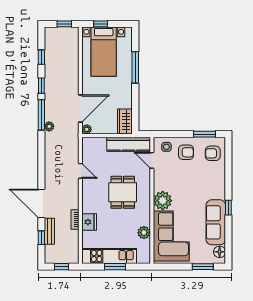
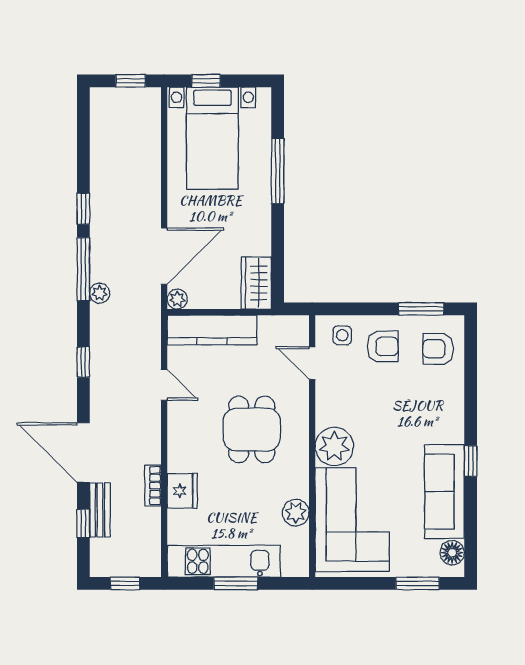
window: (41, 57) -> (83, 362), moved
kitchen counter: (129, 144) -> (212, 330), moved

